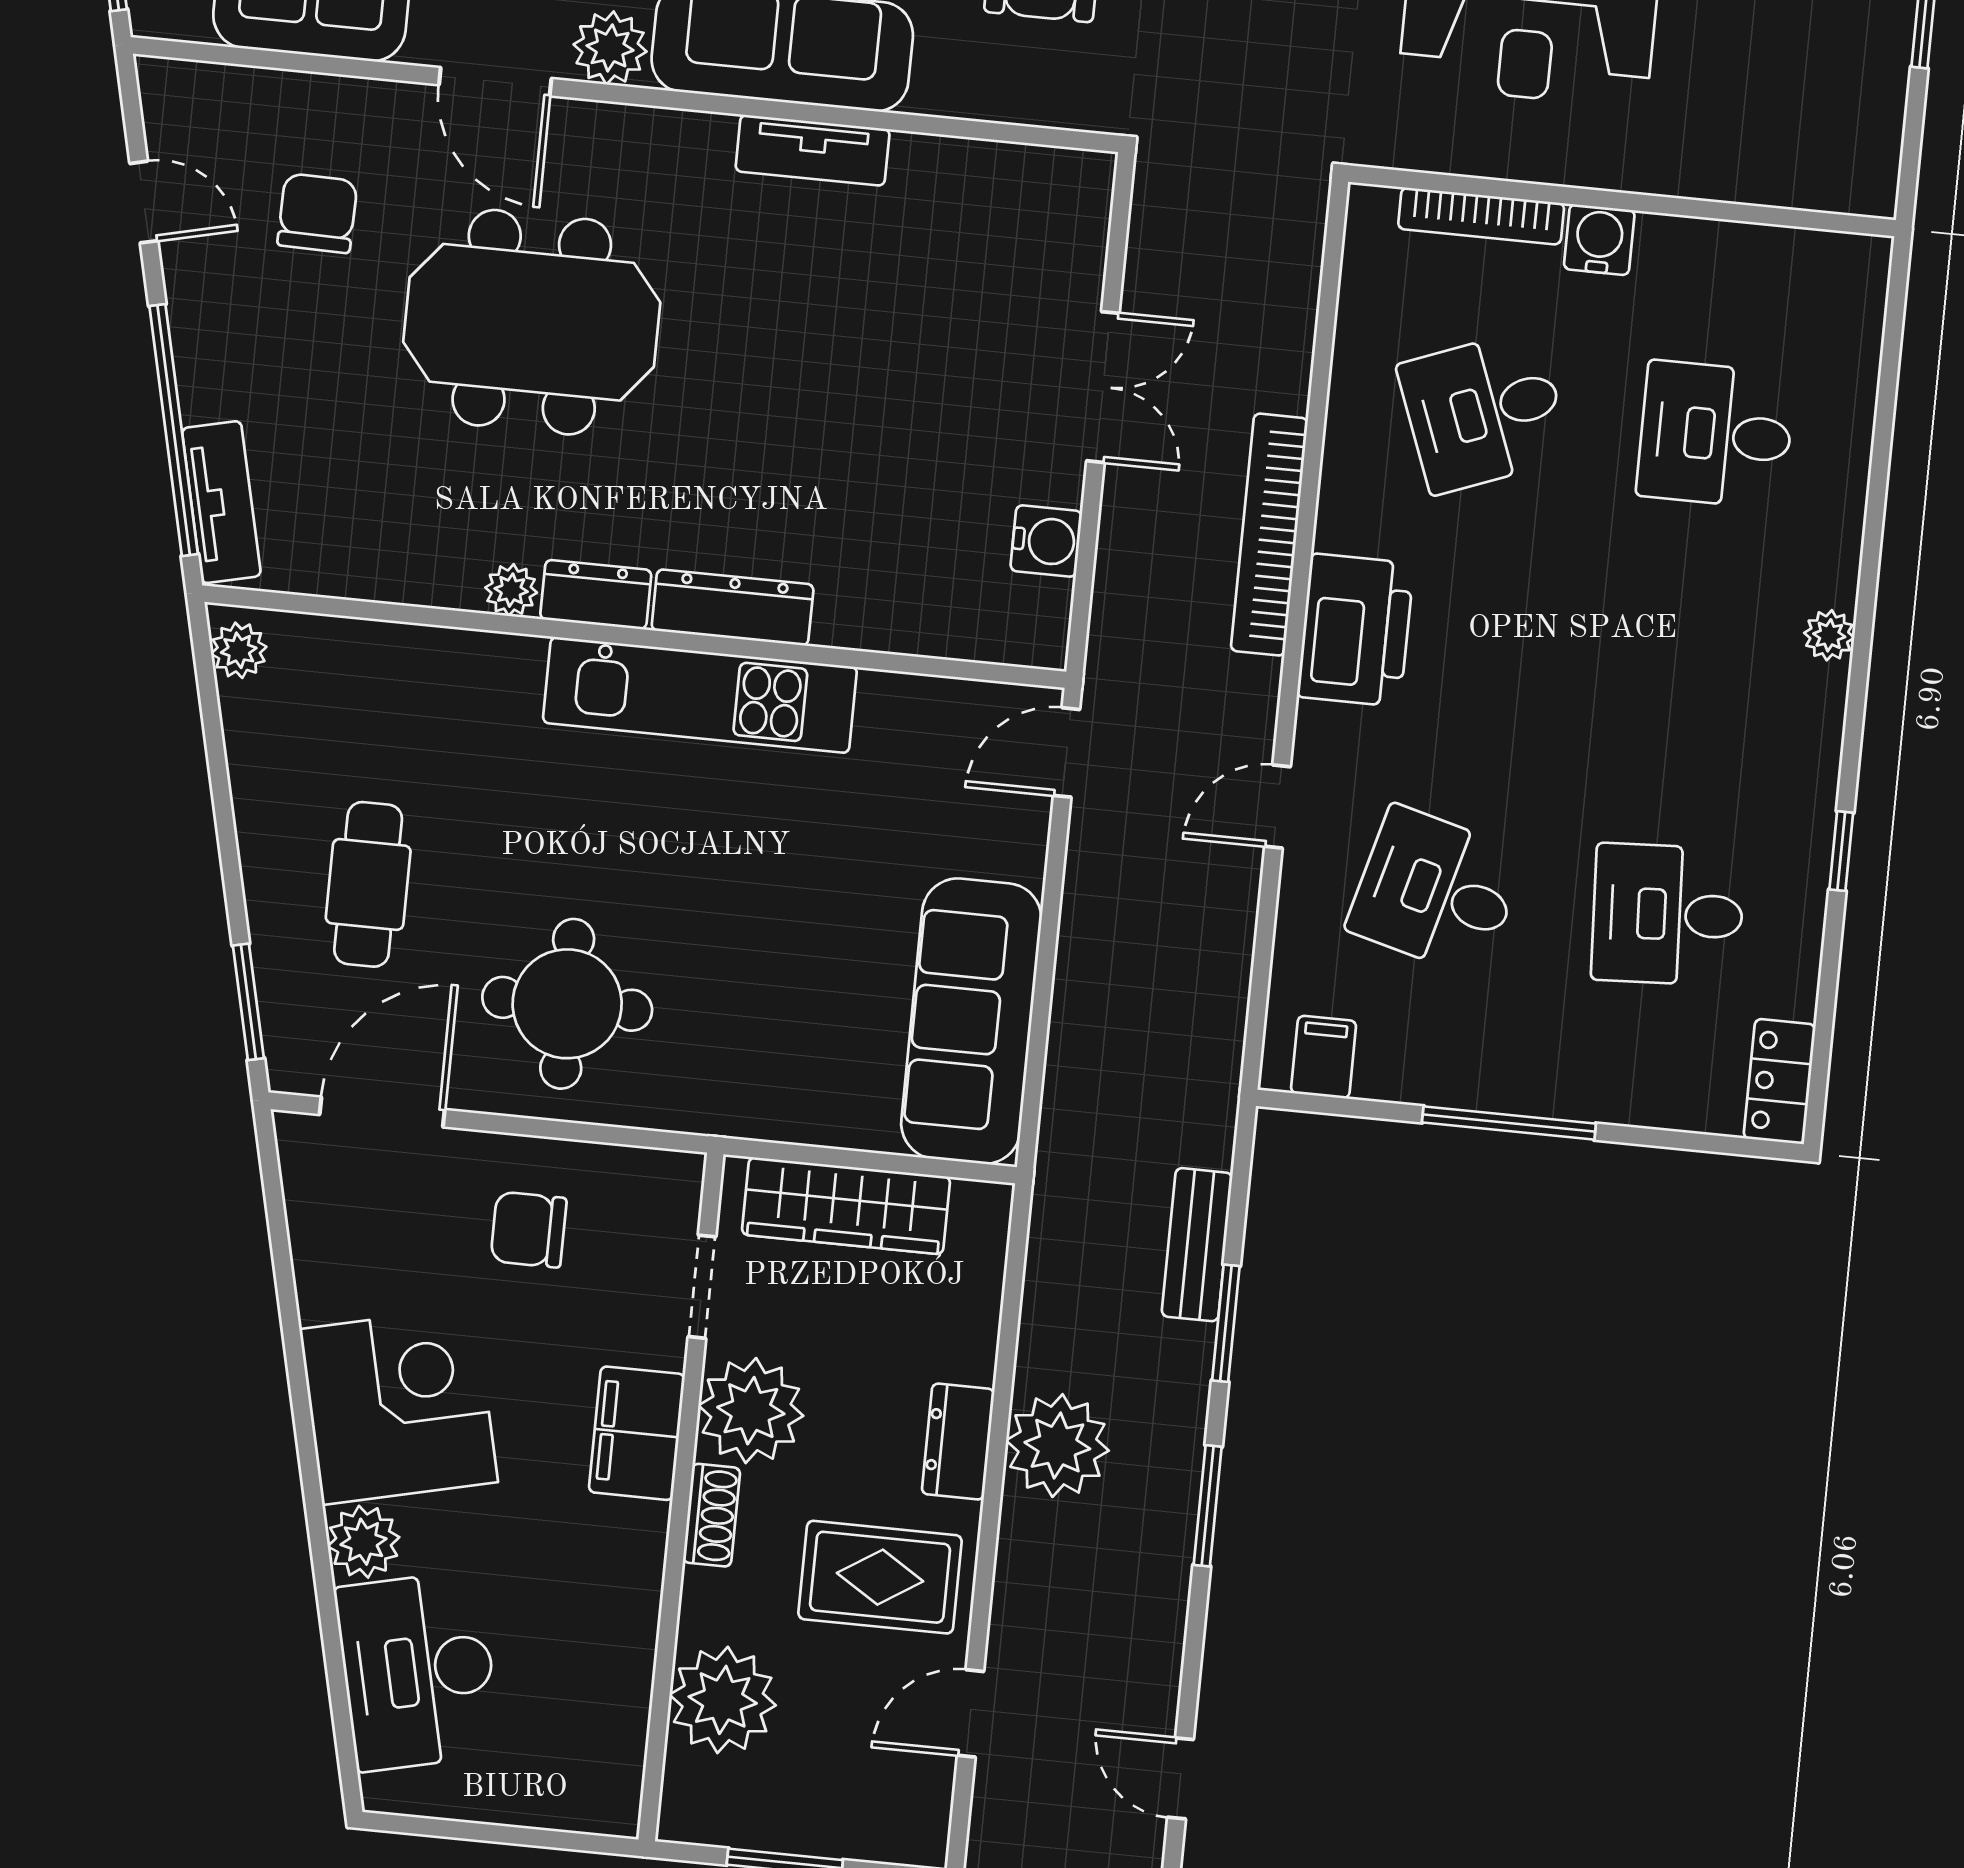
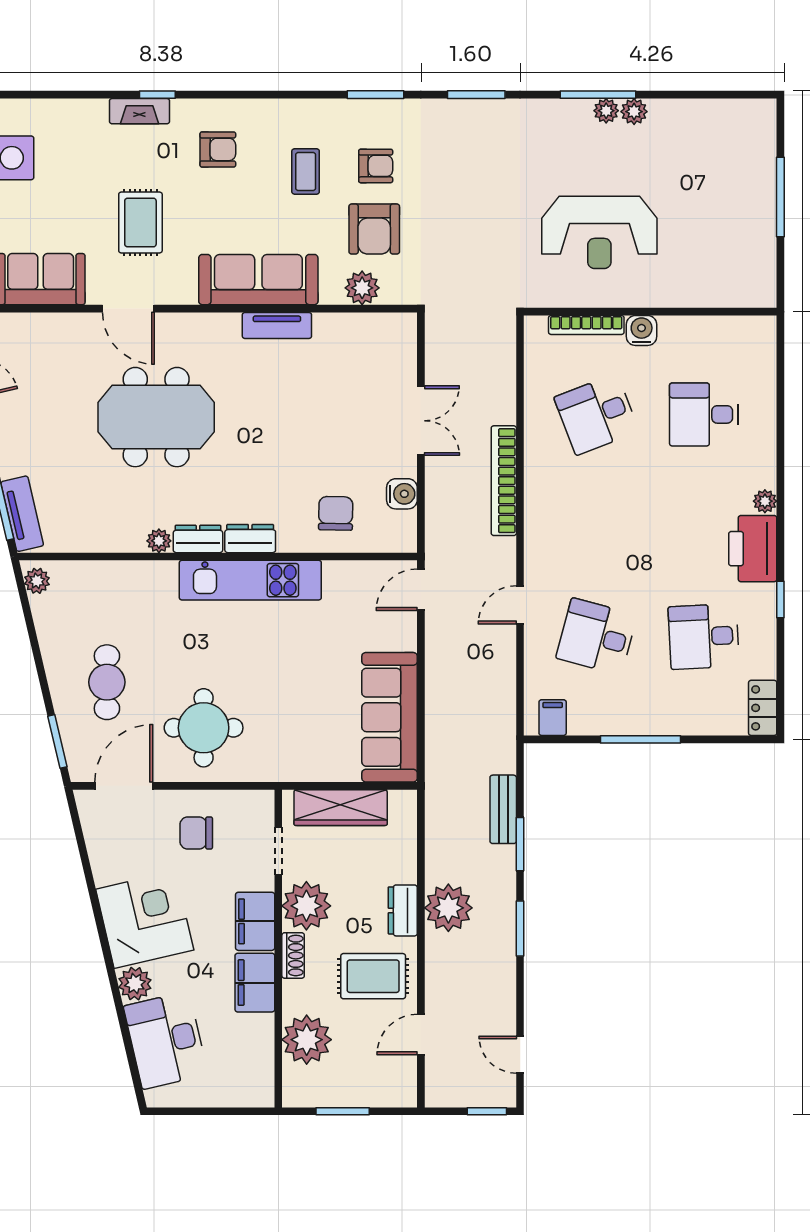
plant: (610, 48) -> (362, 288), moved
chair: (317, 213) -> (336, 513), moved
dresser: (733, 607) -> (250, 539), width x0.70
printer: (1355, 630) -> (753, 549), moved, turned 180
filing cabinet: (623, 1565) -> (255, 983), added

